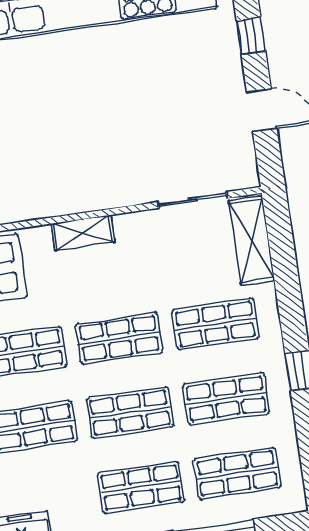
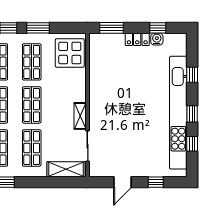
shelving: (83, 233) -> (80, 116), moved

